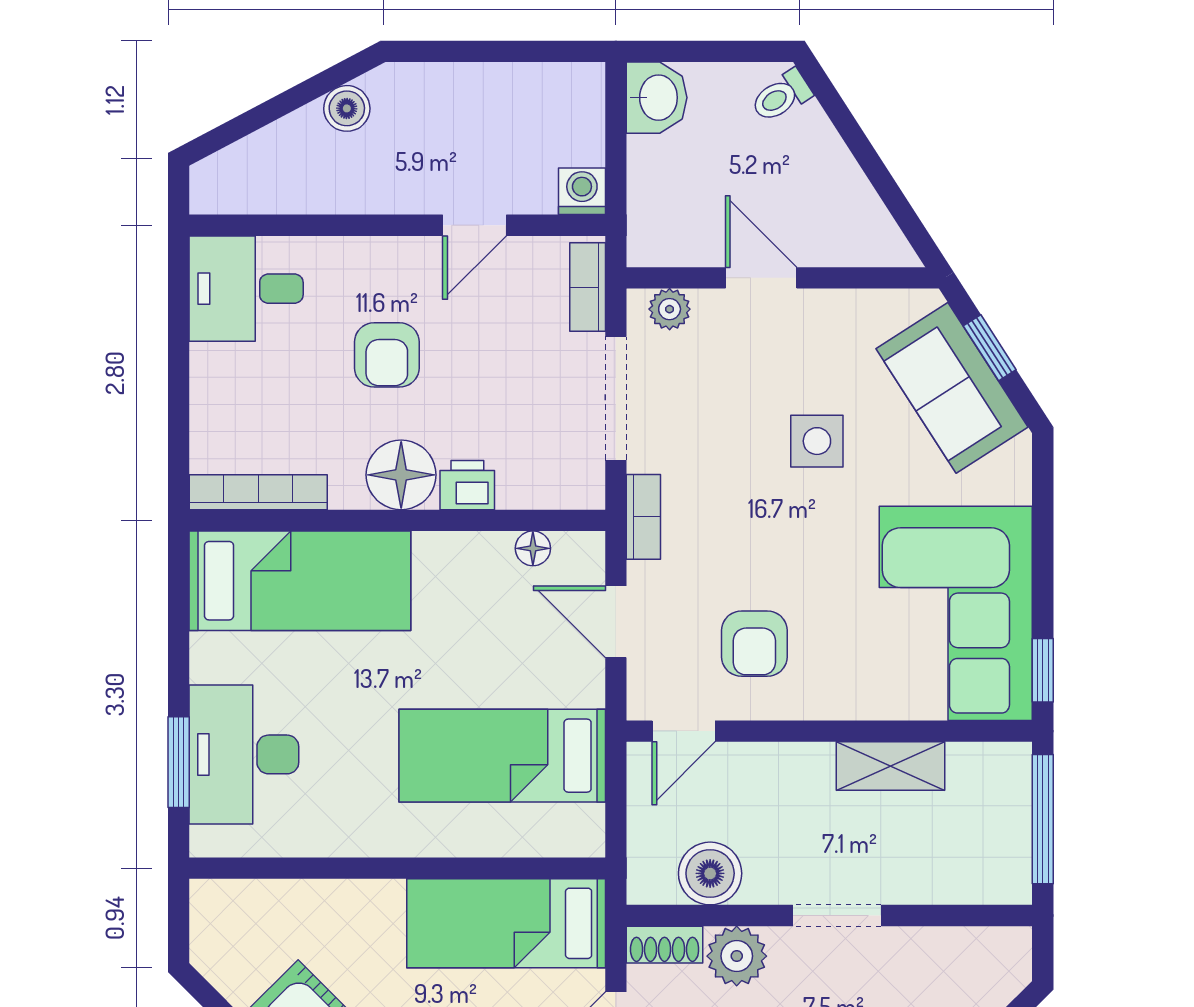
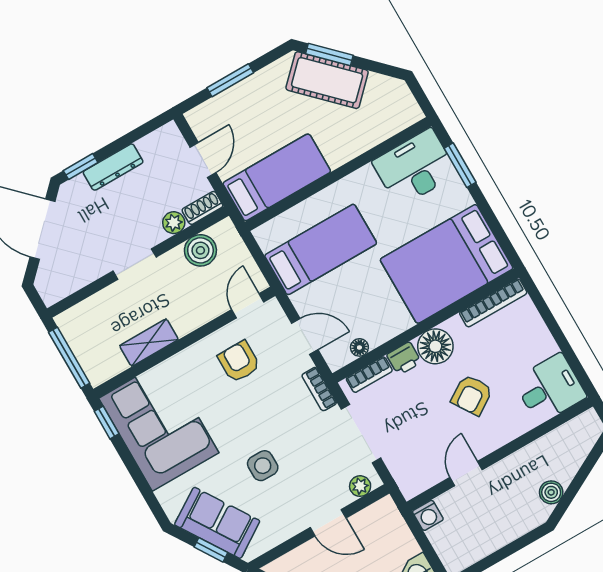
bookcase: (588, 287) -> (369, 375), moved, turned 90
armchair: (387, 355) -> (472, 395), turned -123
bed: (300, 581) -> (447, 264), width x1.50
desk: (244, 754) -> (415, 168), moved, turned -90
plant: (737, 956) -> (174, 223), width x0.73, depth x0.73

